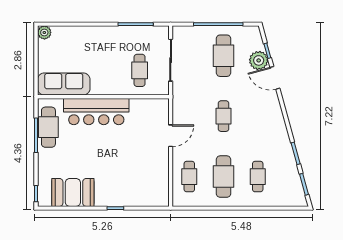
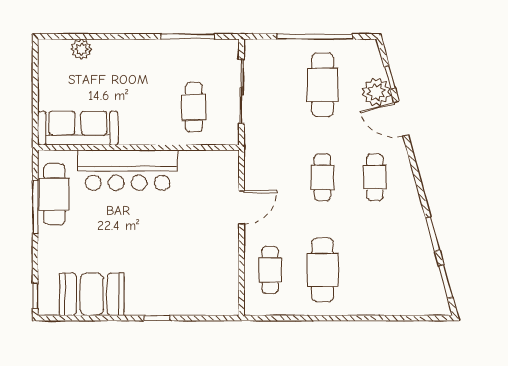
plant: (44, 32) -> (81, 49), moved
cafe table: (258, 177) -> (375, 177), moved

